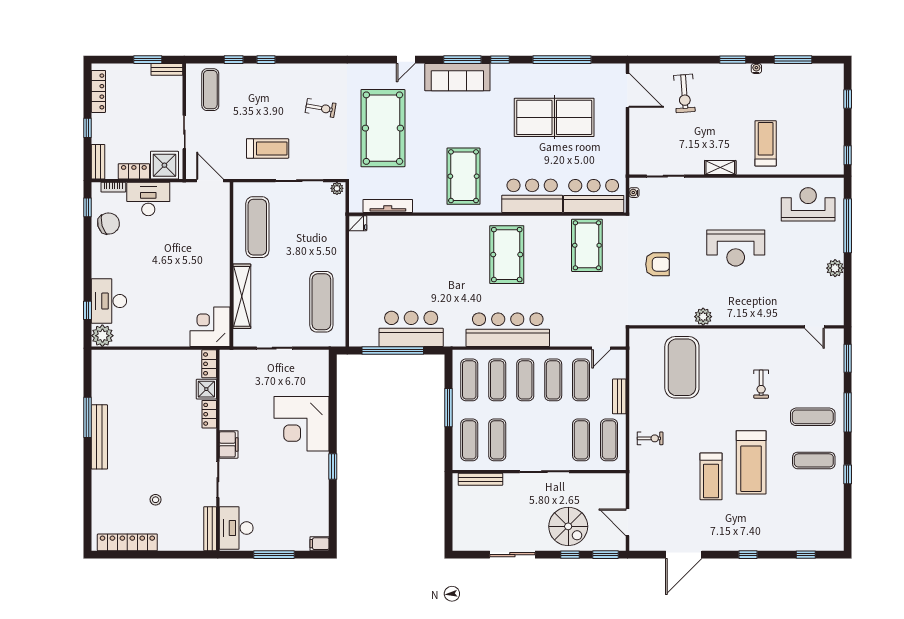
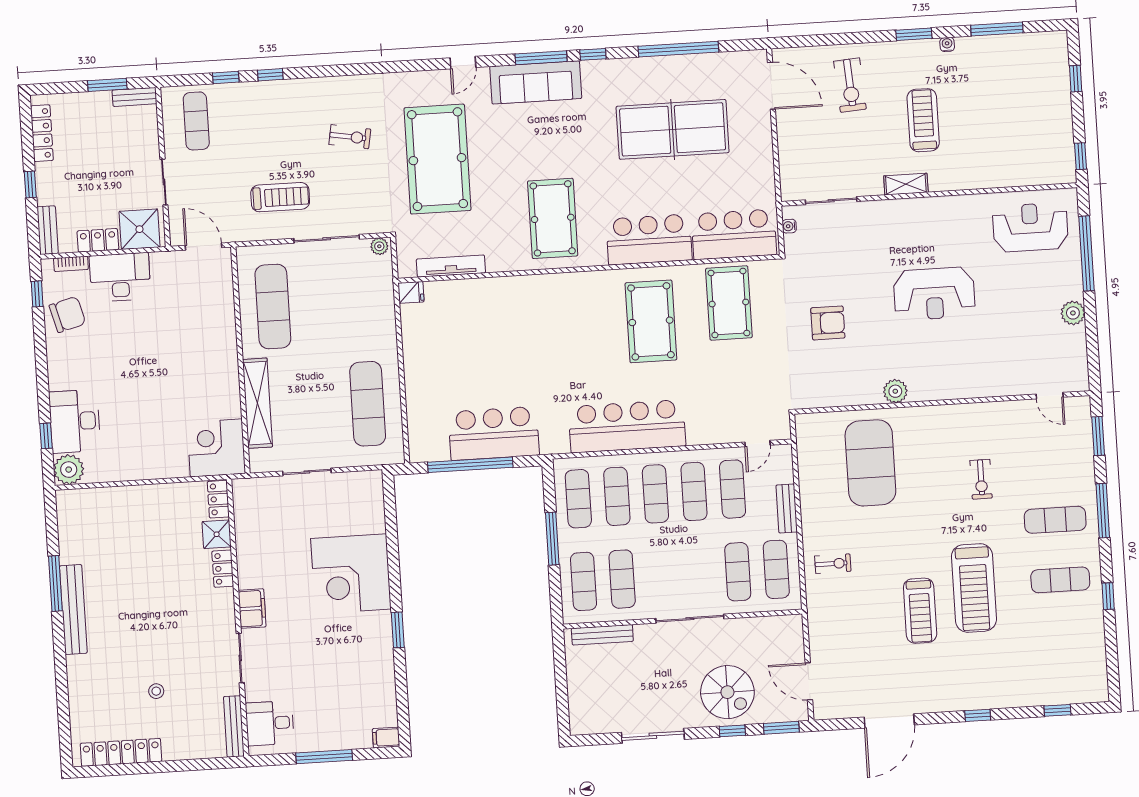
treadmill: (766, 143) -> (923, 120), moved
pool table: (507, 255) -> (651, 321), moved
desk: (236, 528) -> (270, 723), width x0.73

